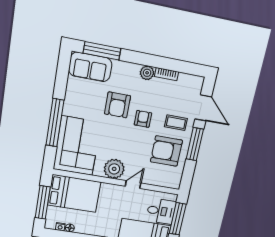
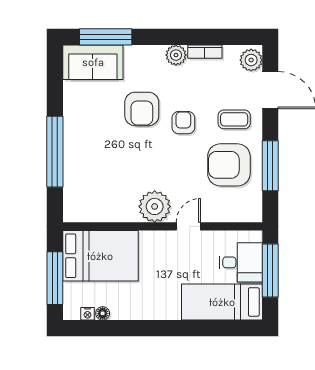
plant: (195, 86) -> (251, 60), added
window: (195, 144) -> (270, 166), moved
corner sofa: (77, 146) -> (93, 181), removed

